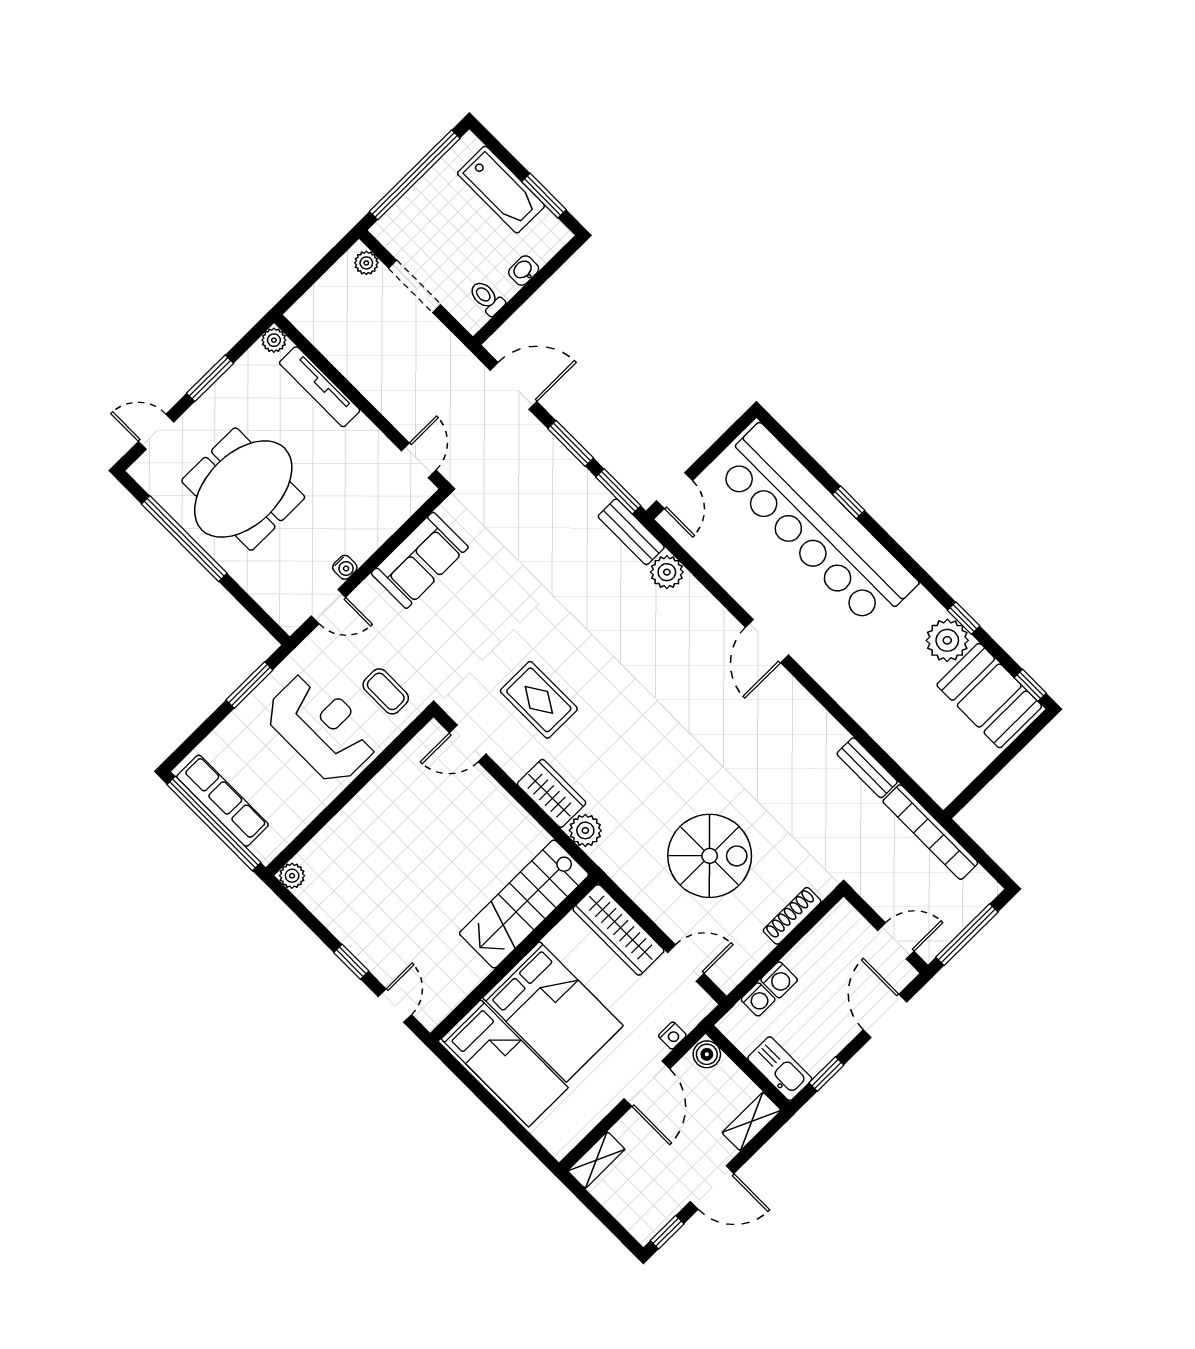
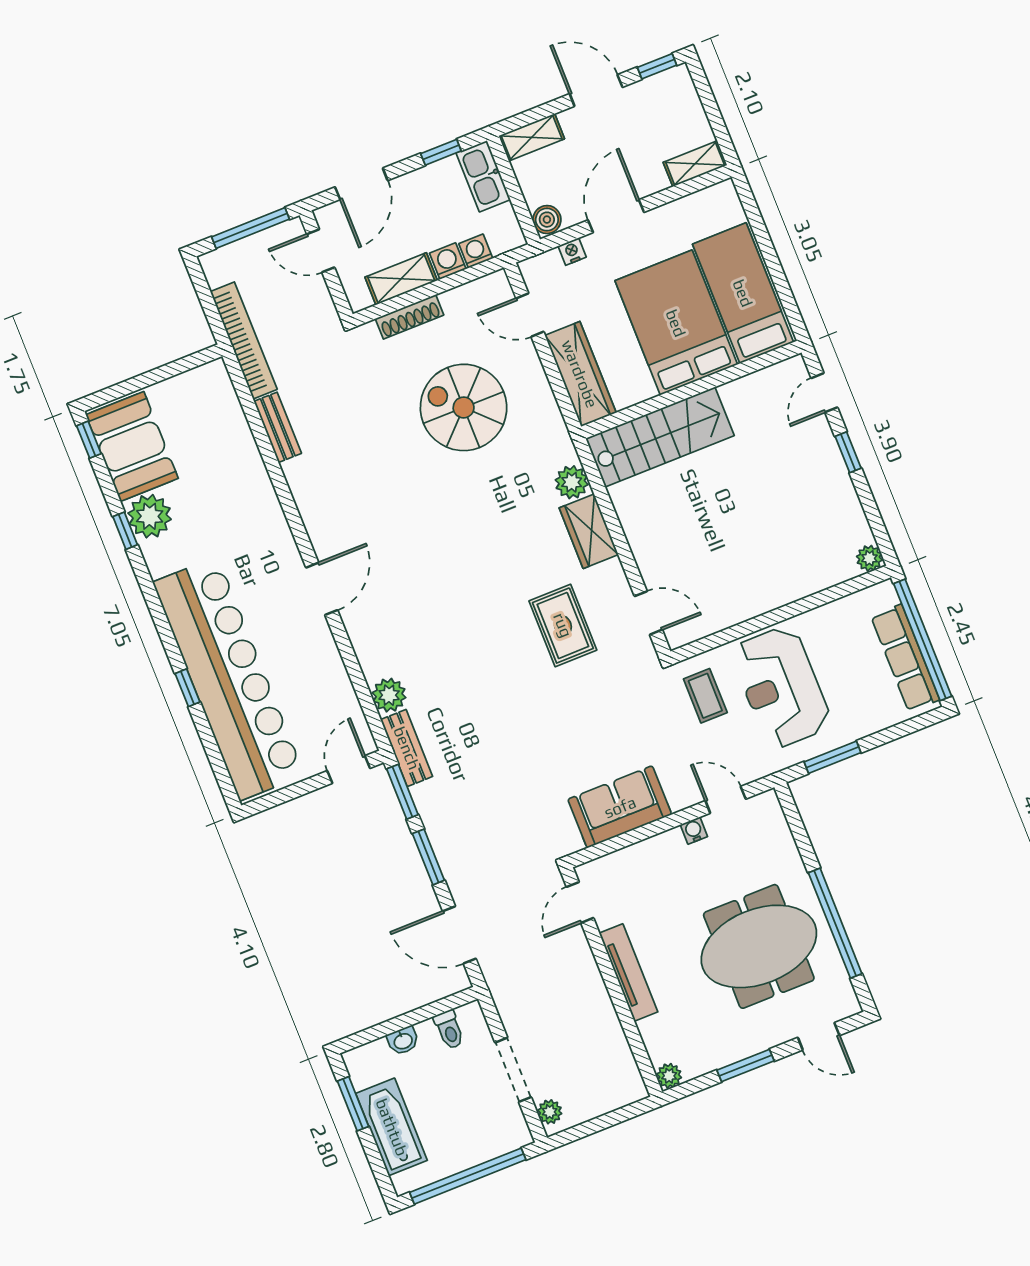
tv unit: (320, 387) -> (628, 973), moved
shelving: (814, 947) -> (401, 279), added

